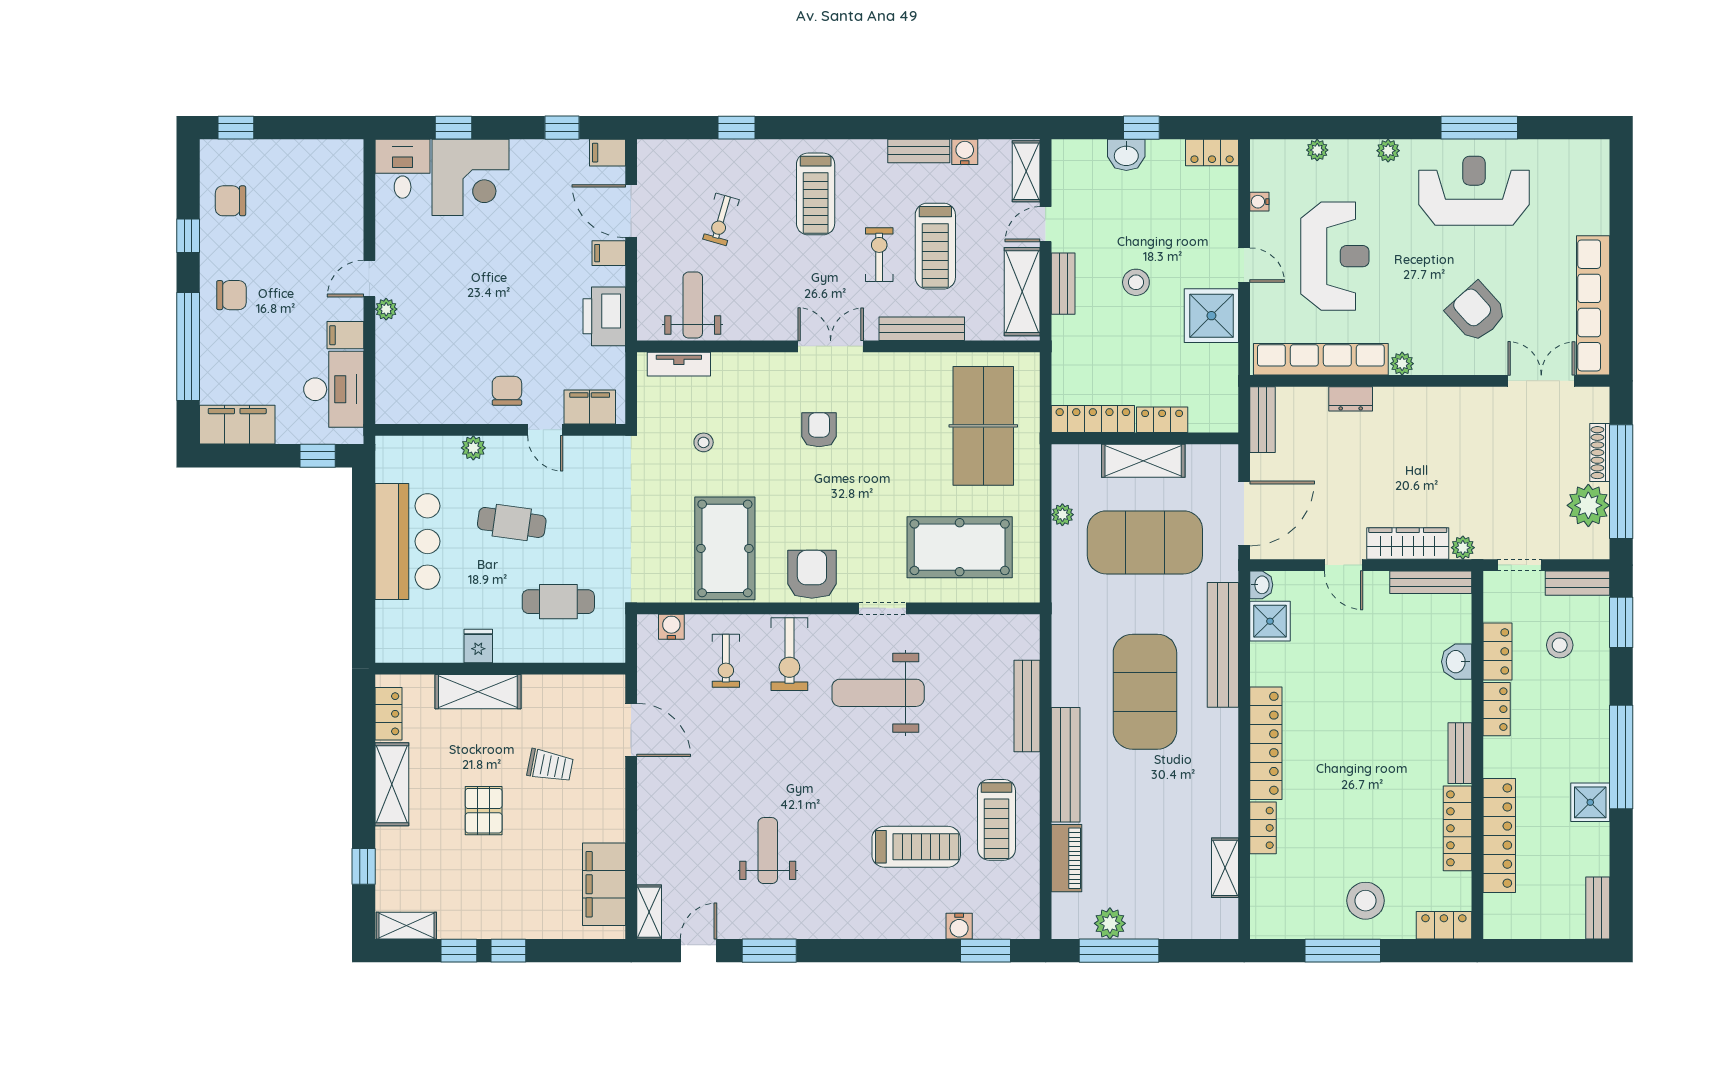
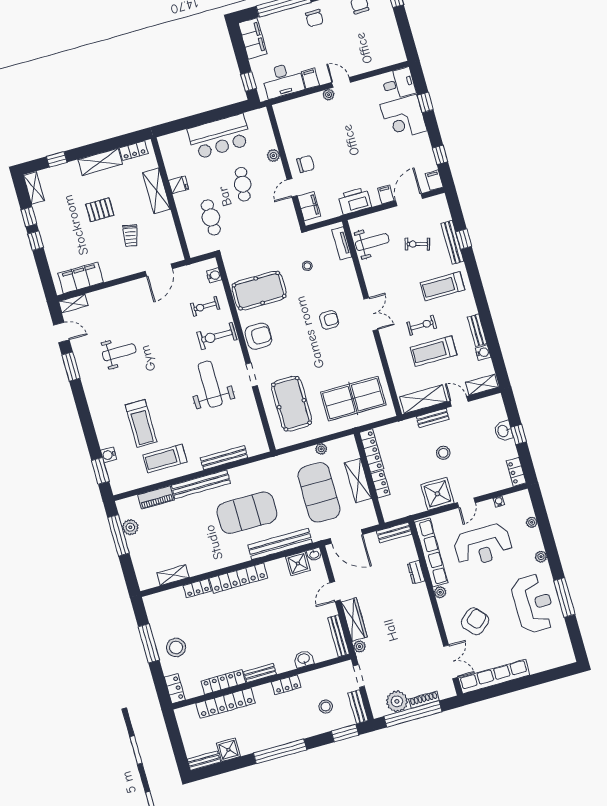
bench: (922, 329) -> (452, 242), moved
locker: (1497, 651) -> (314, 677), removed
shower: (1590, 802) -> (228, 750), moved

